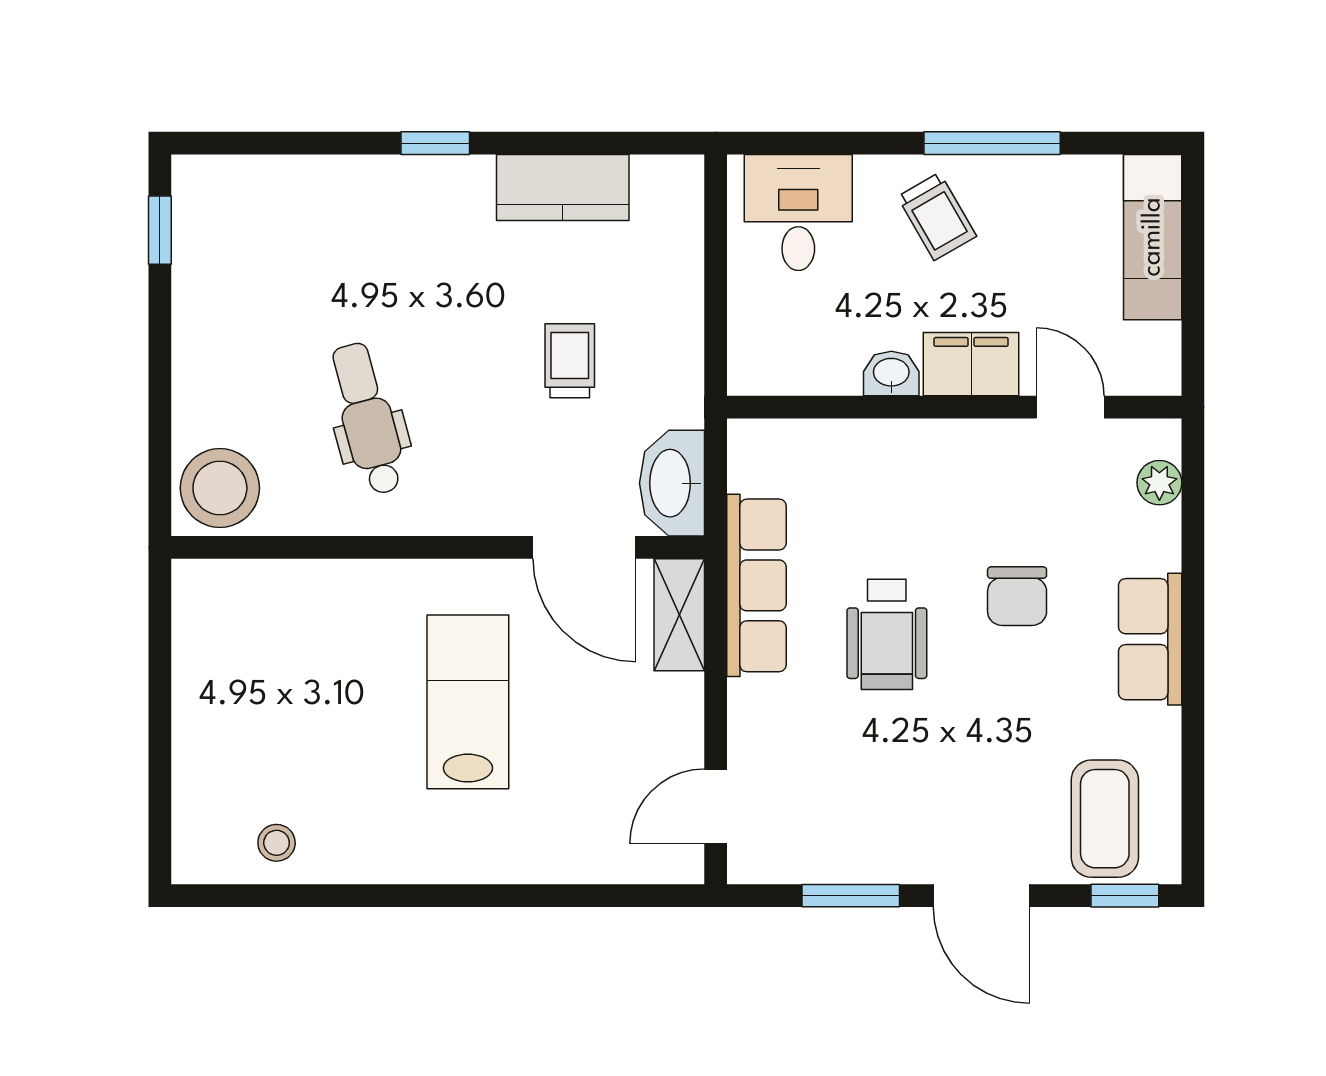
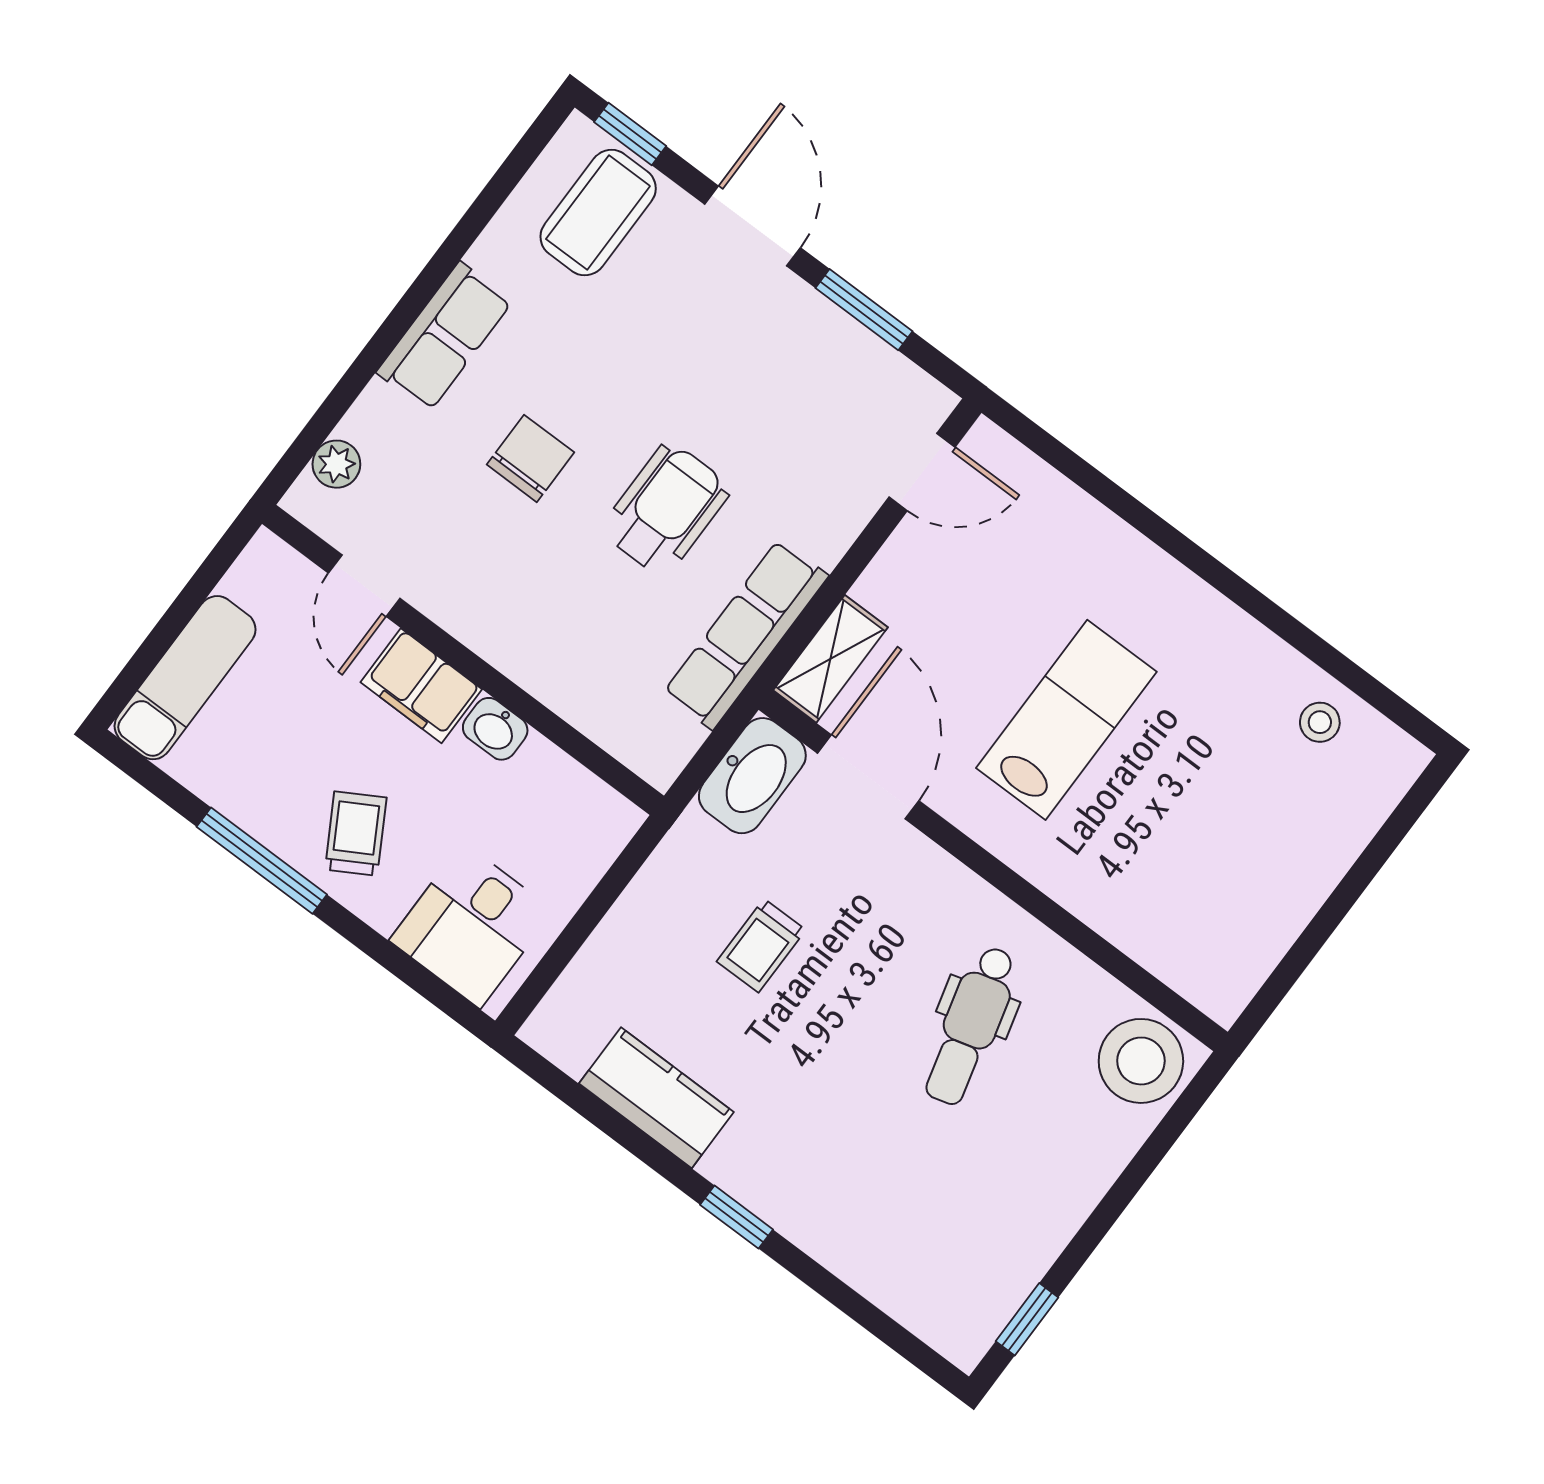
lab bench: (468, 702) -> (1066, 720), turned 180

